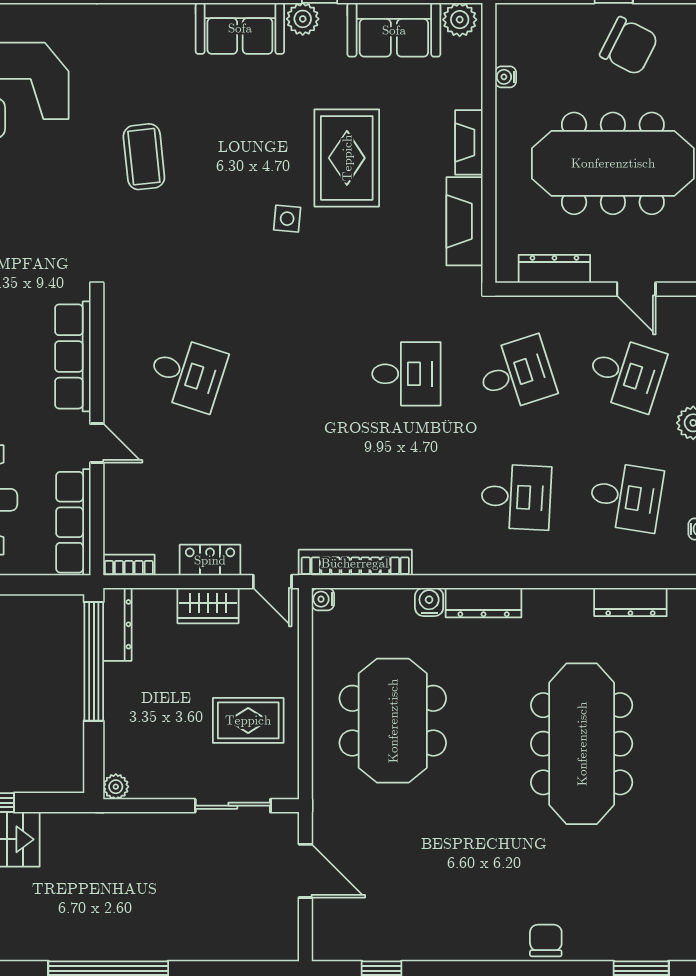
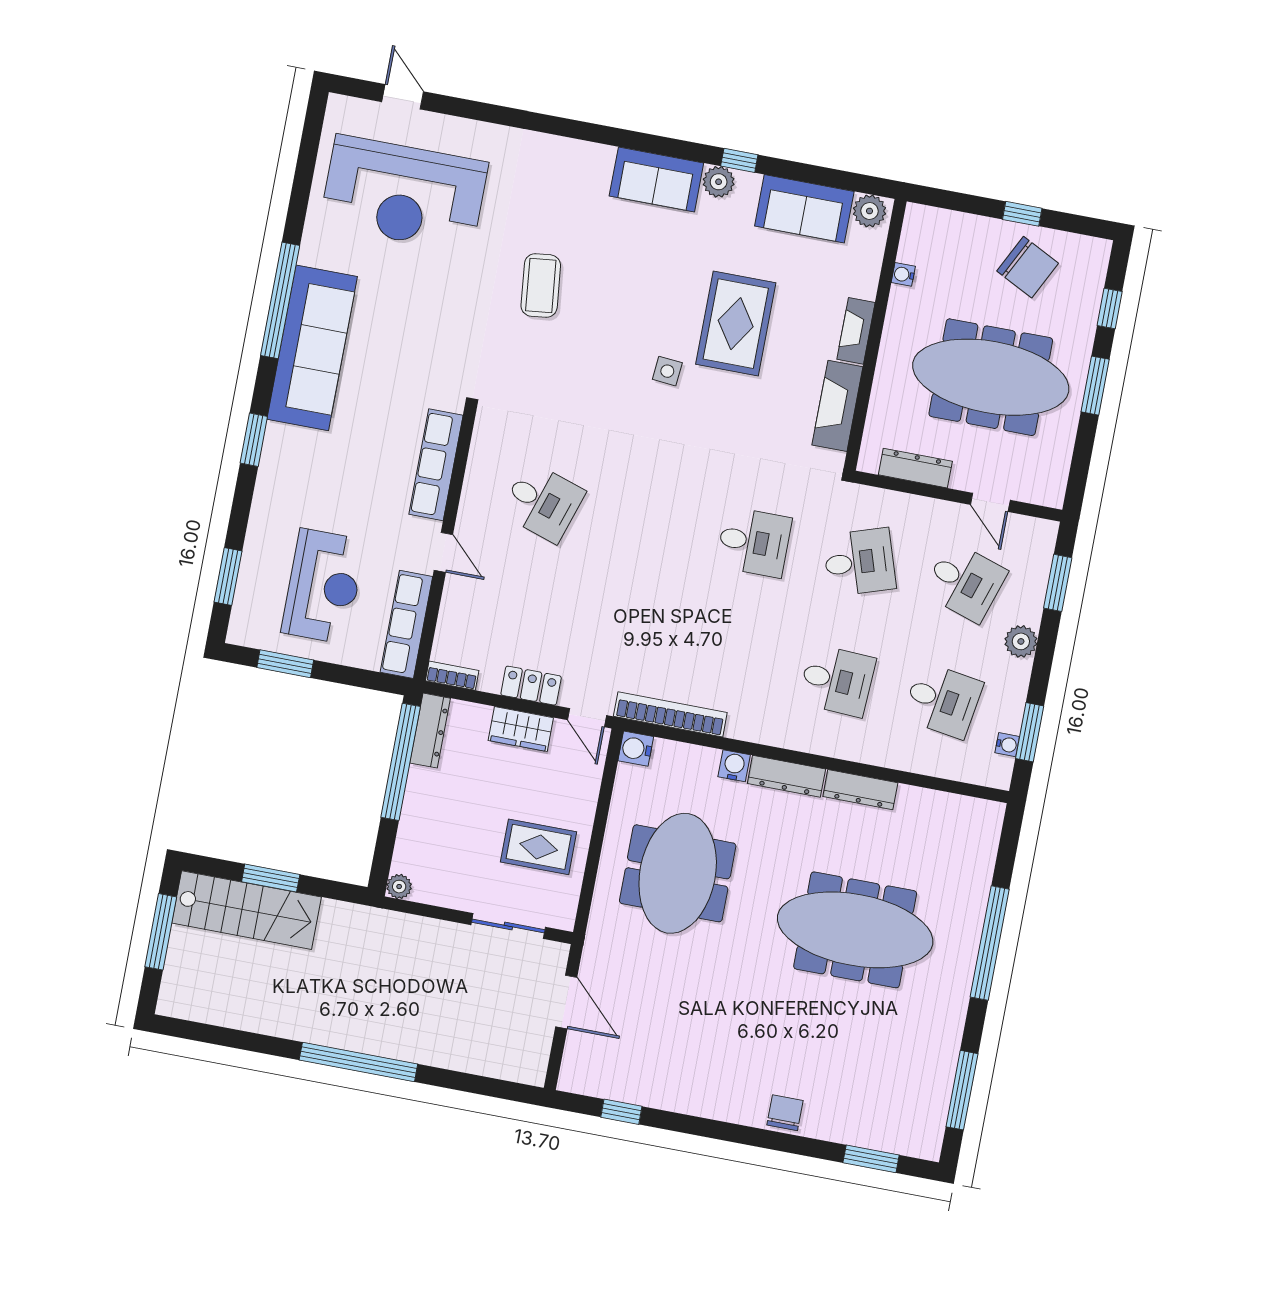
water cooler: (323, 599) -> (636, 749), width x1.38, depth x1.38
dresser: (630, 602) -> (860, 790), moved
meeting table: (582, 744) -> (855, 930), turned 90

